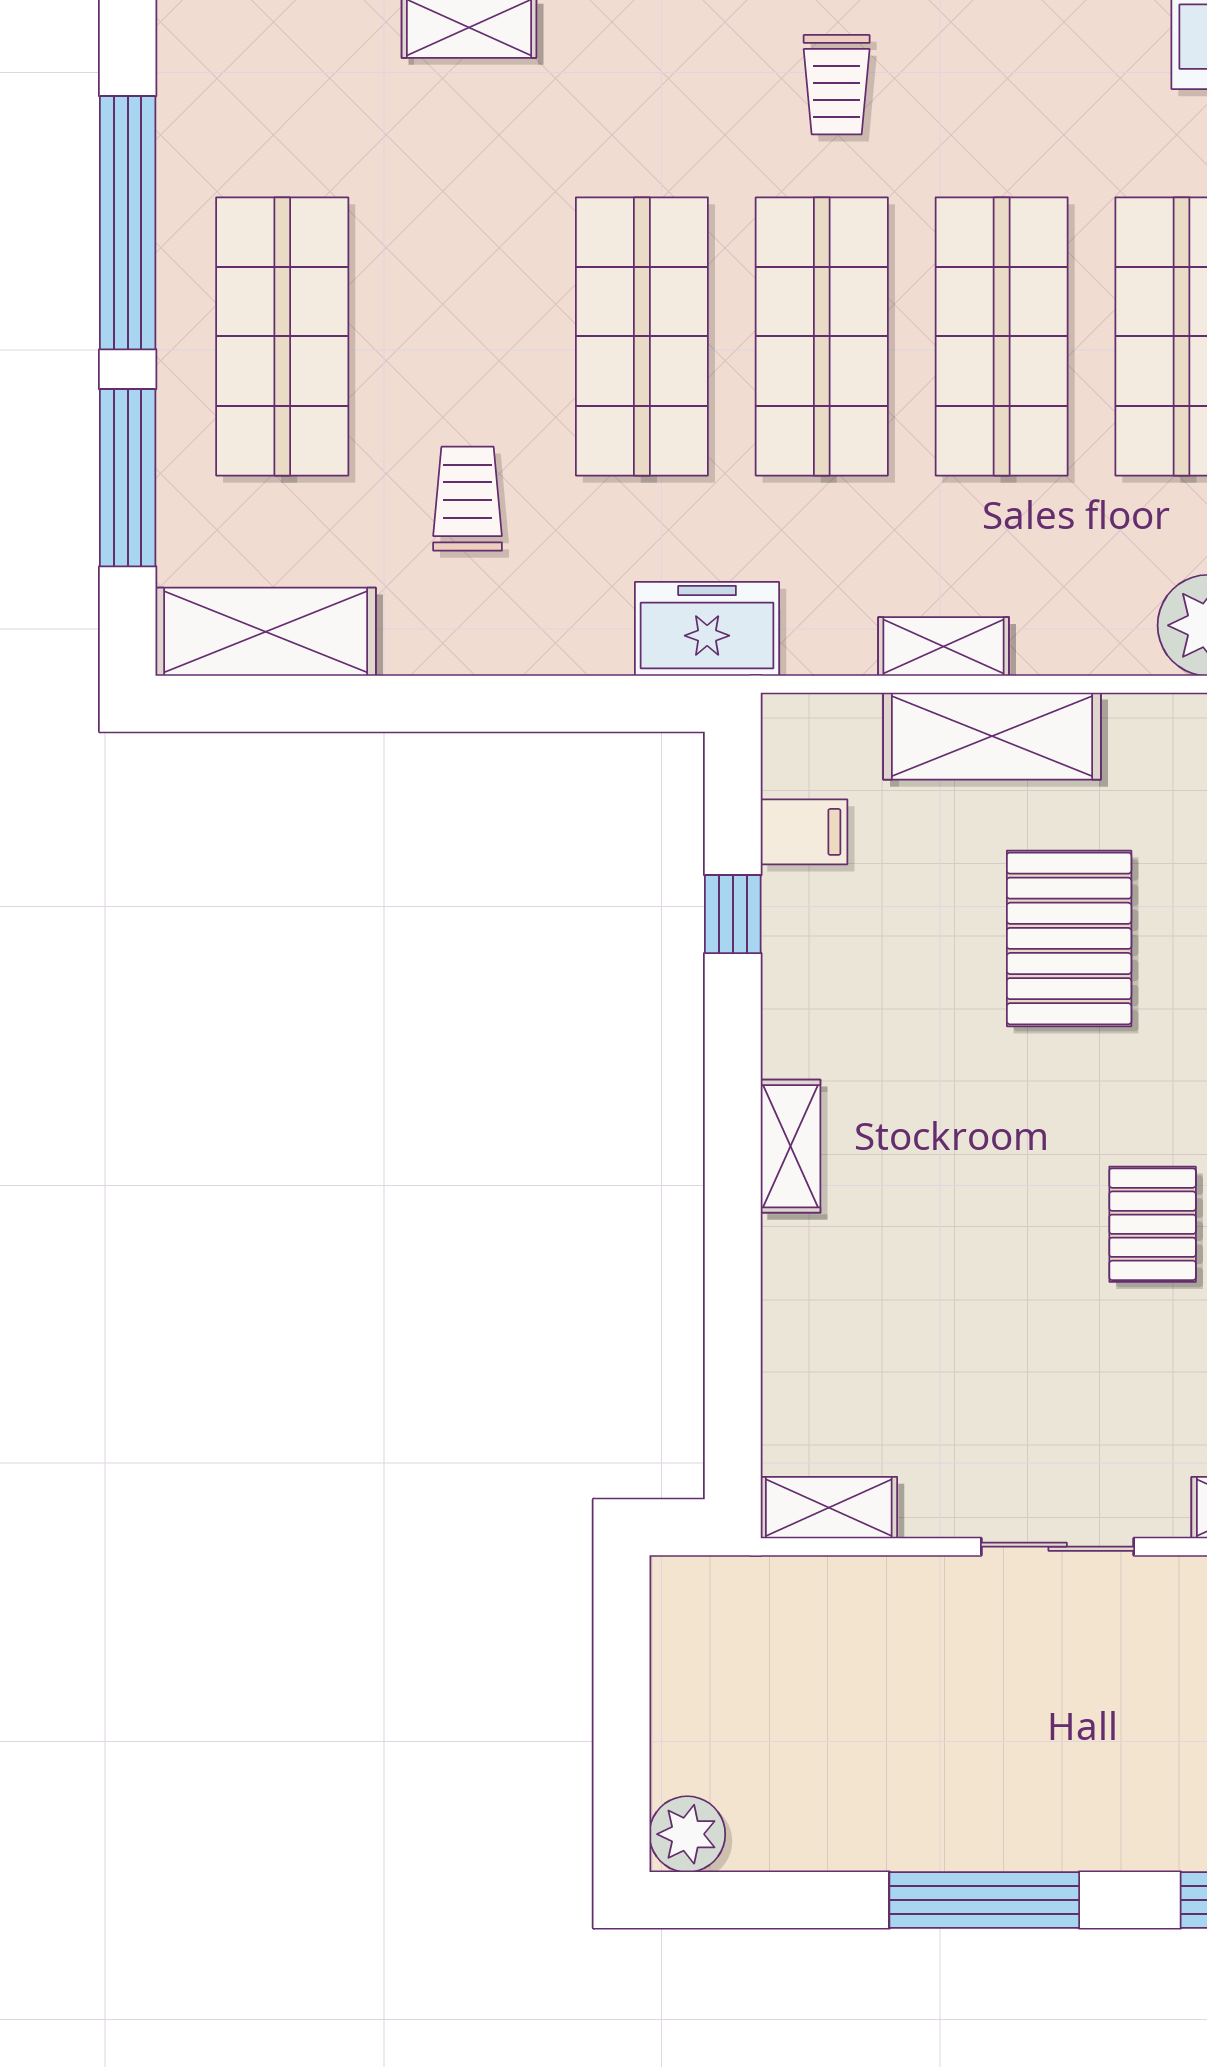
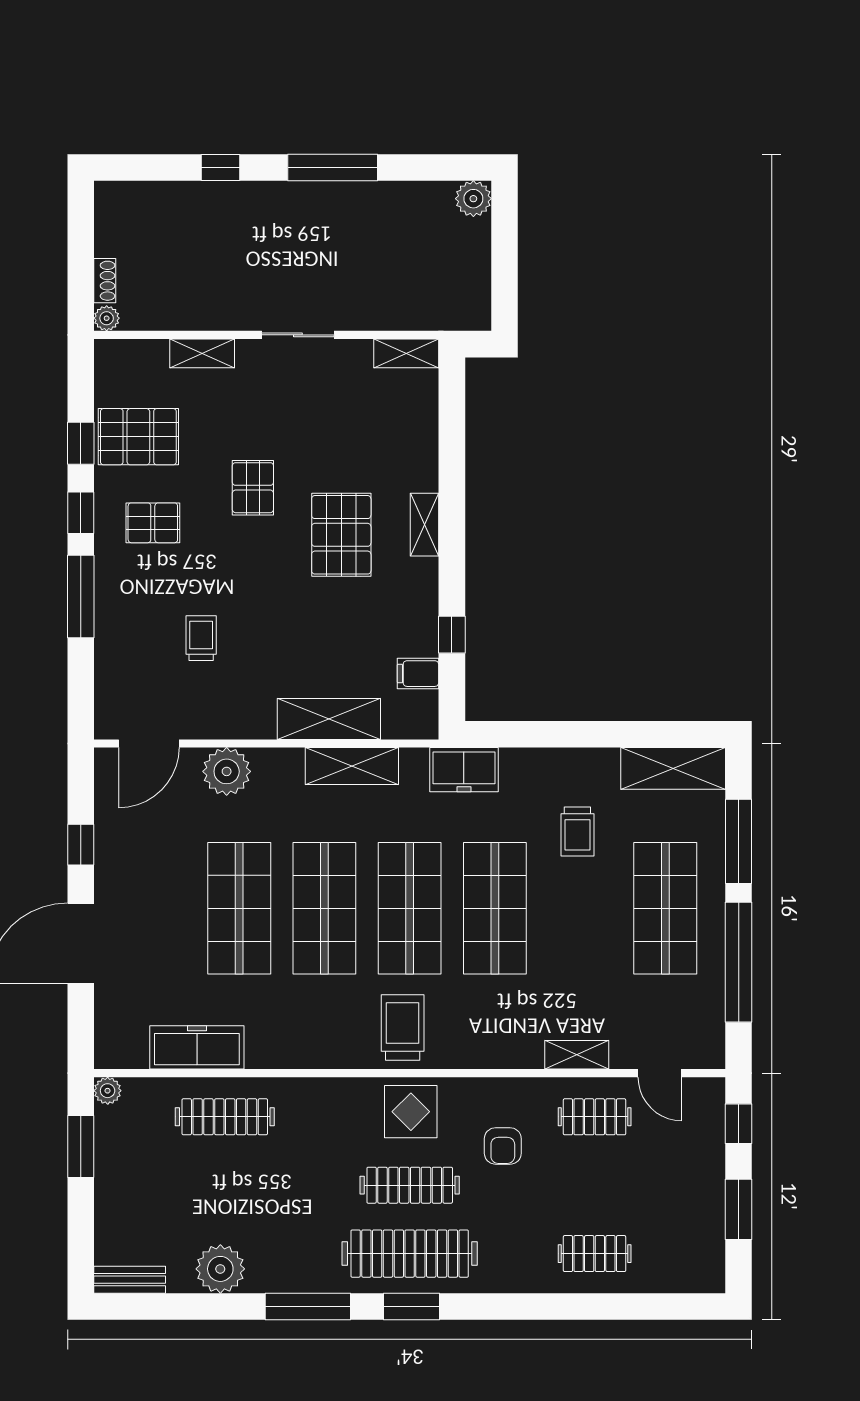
trolley: (837, 85) -> (403, 1028), width x1.36, depth x1.39
shelving: (944, 646) -> (352, 766), width x1.50, depth x1.33
pallet: (1069, 938) -> (341, 535), moved

